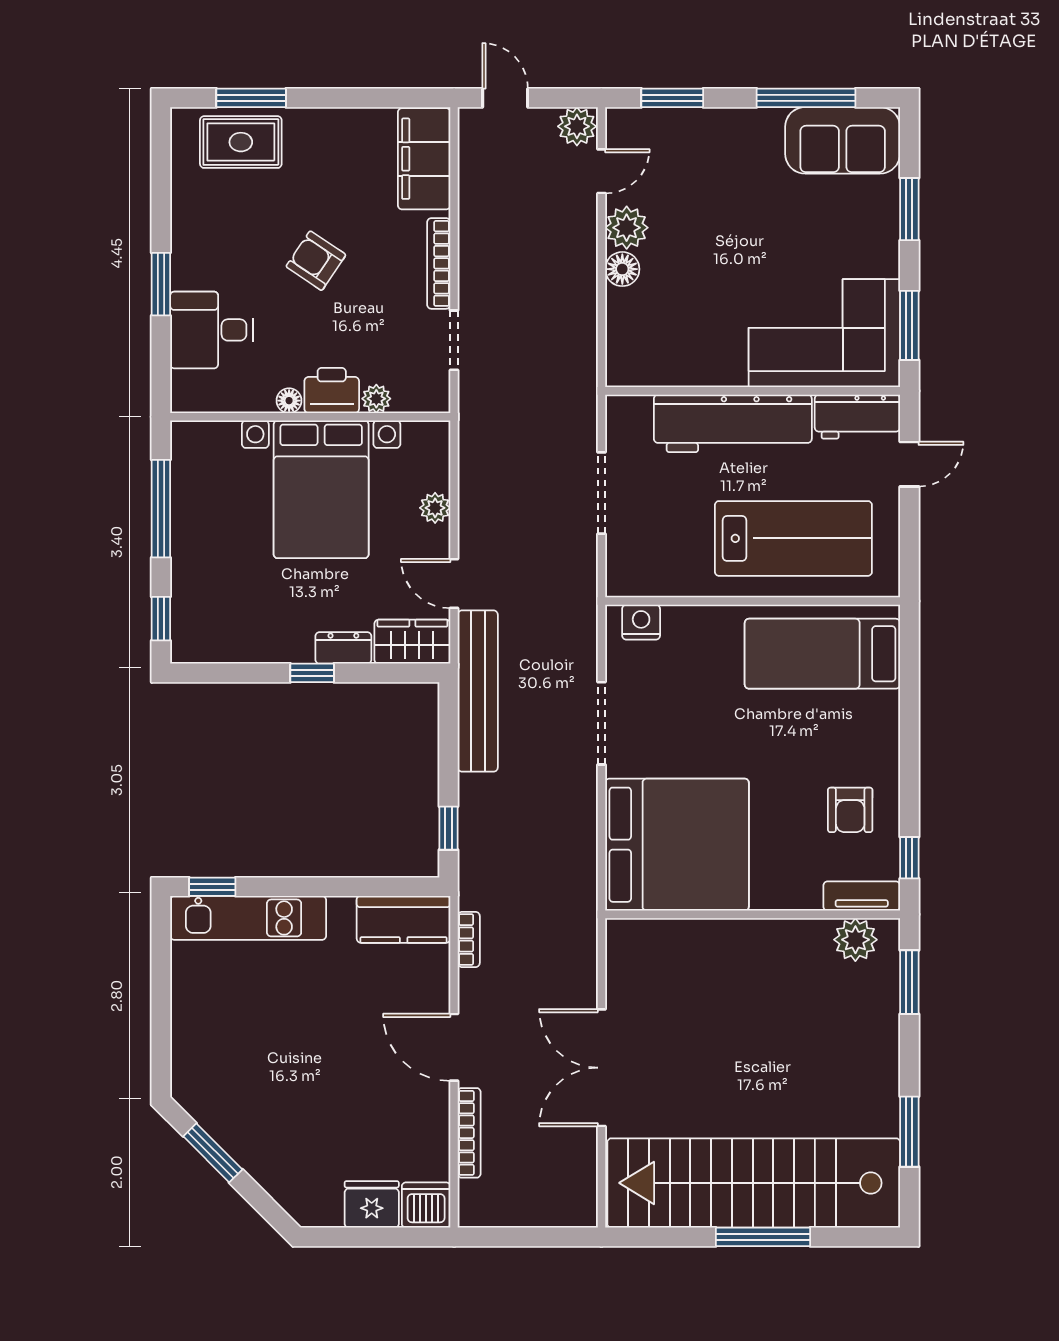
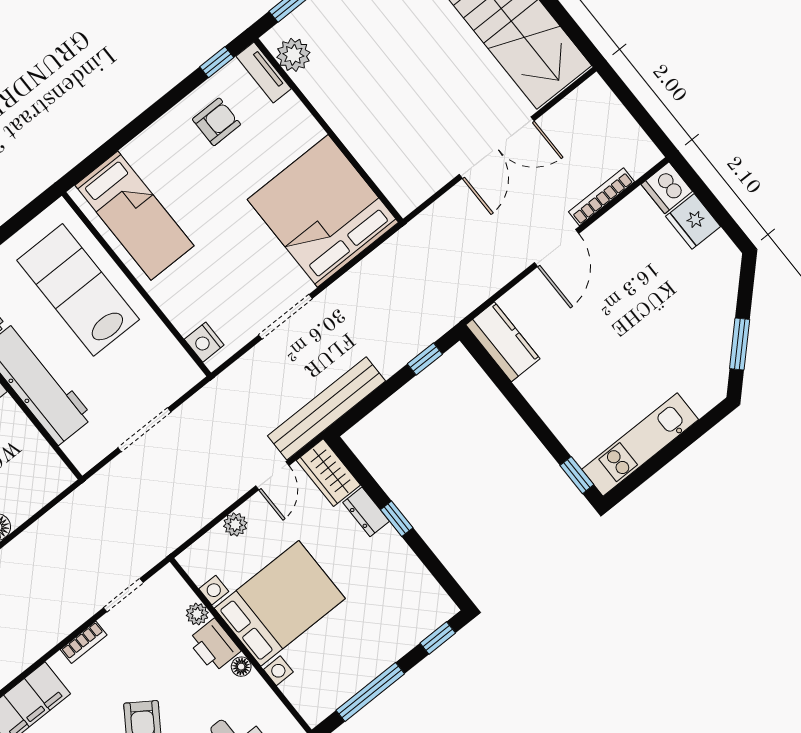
bookcase: (439, 263) -> (84, 642), width x0.64
kitchen unit: (248, 918) -> (640, 444), moved, turned -90
bookcase: (469, 939) -> (483, 292), removed

